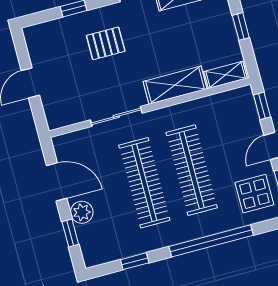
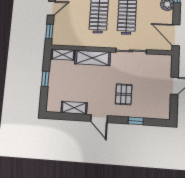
pallet: (106, 43) -> (124, 94), turned 90
door: (57, 182) -> (176, 35), moved

